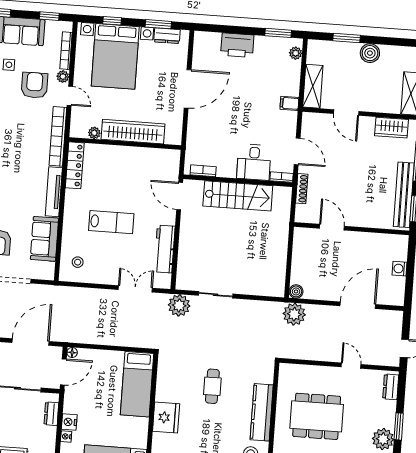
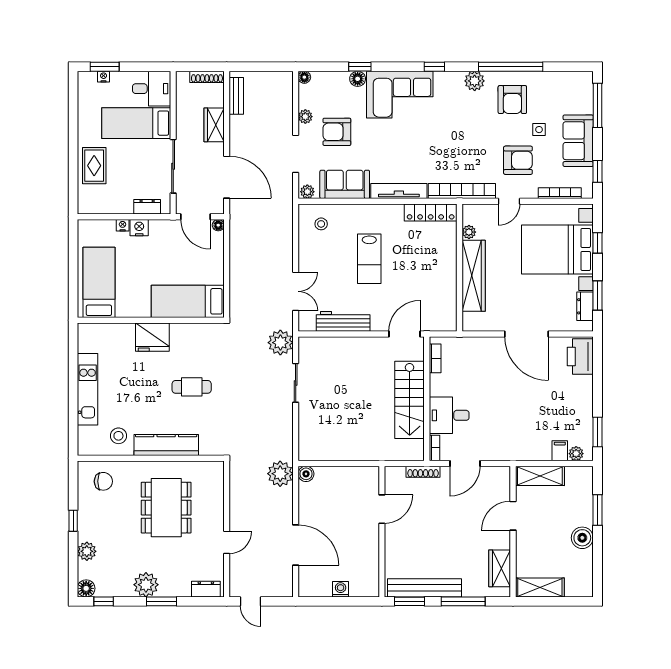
printer: (237, 45) -> (580, 357), moved
plant: (63, 77) -> (307, 192), moved
filing cabinet: (289, 103) -> (560, 451), moved

